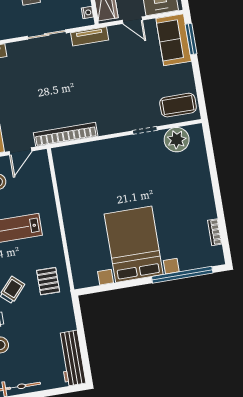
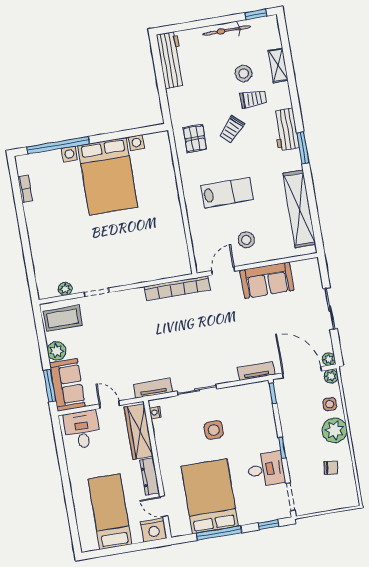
plant: (184, 73) -> (57, 351), added
plant: (177, 140) -> (65, 289), width x0.53, depth x0.53

